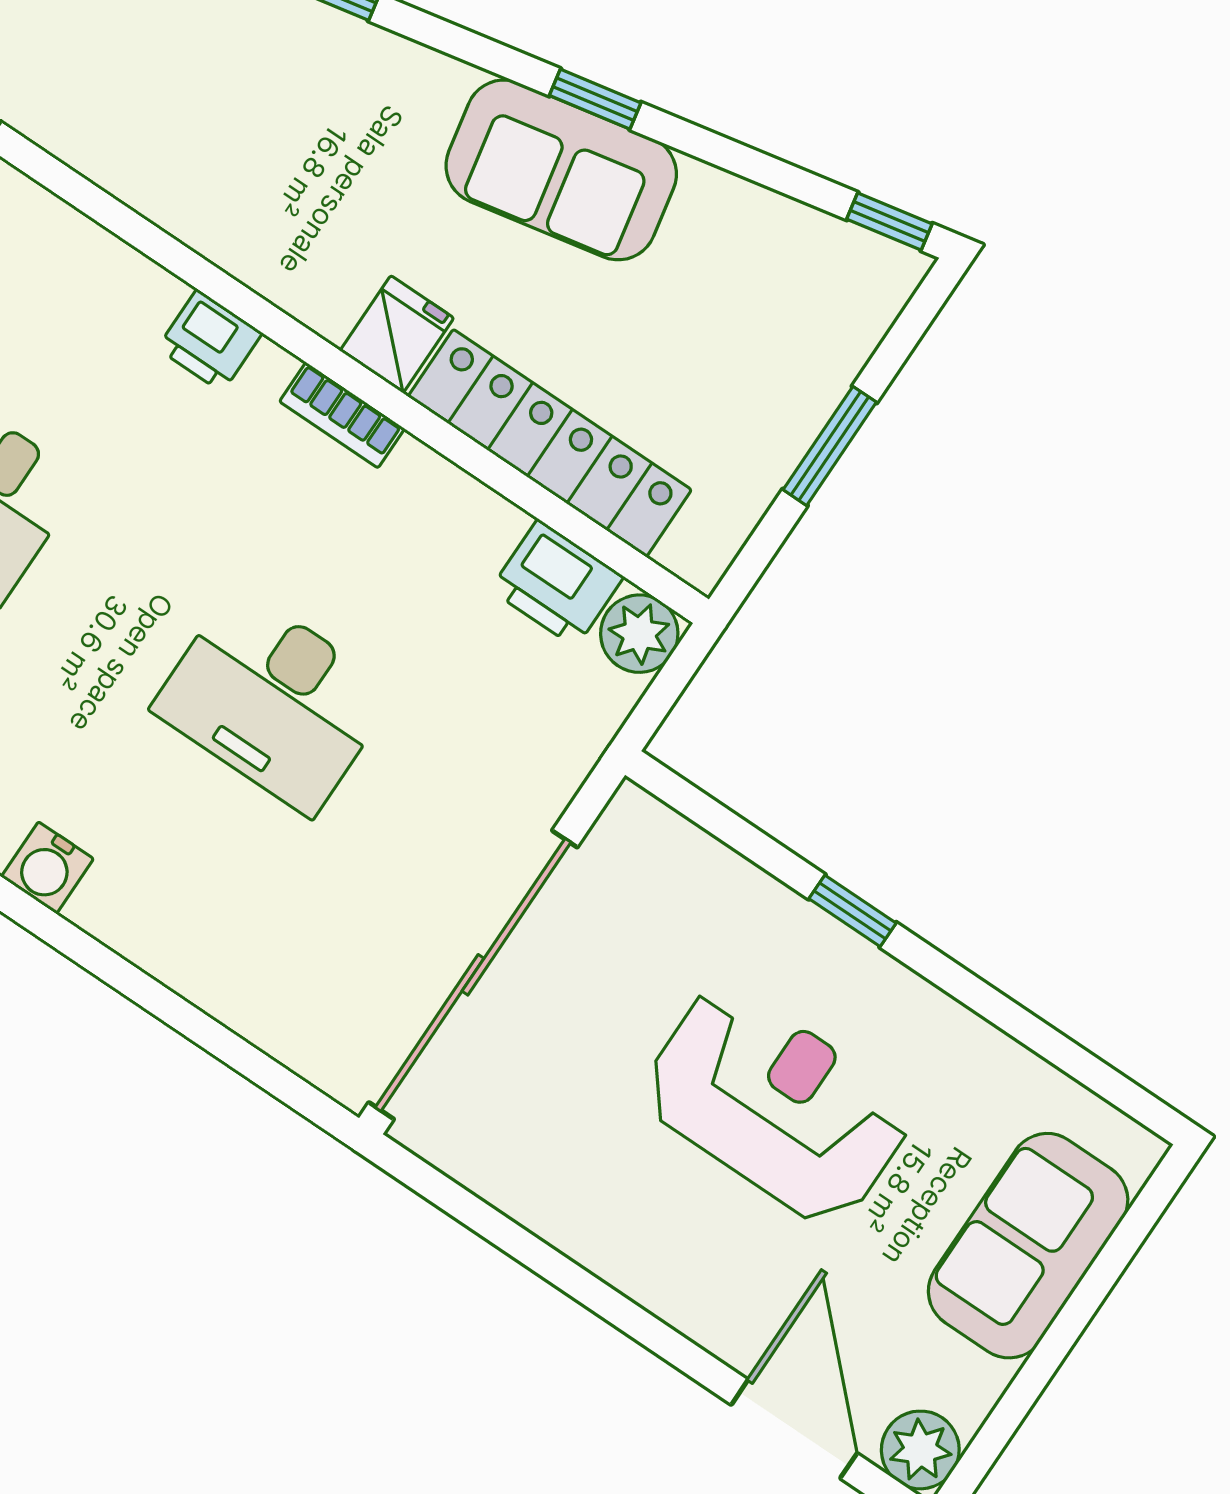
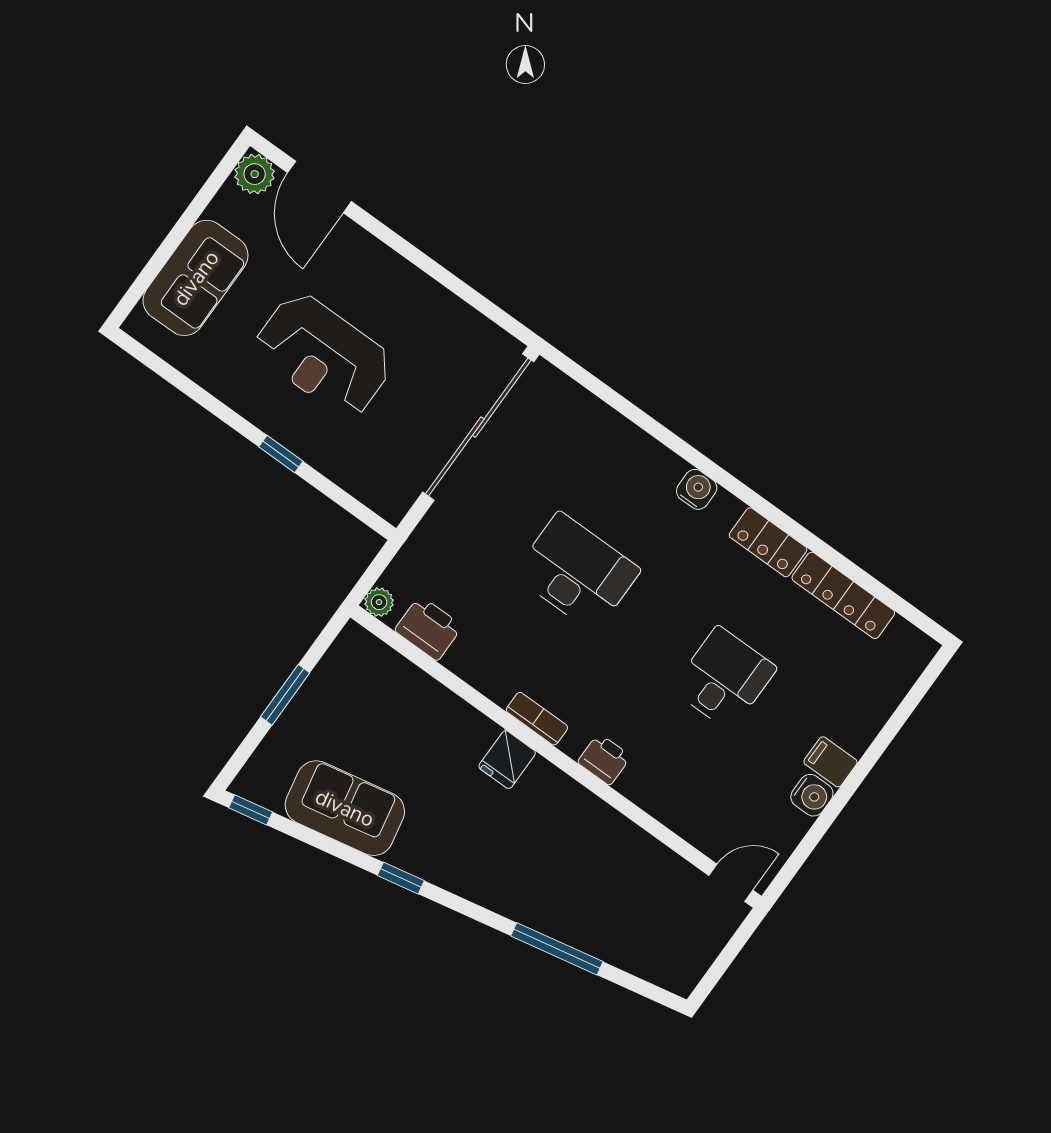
sofa: (561, 170) -> (345, 808), moved
locker: (550, 443) -> (430, 701), removed
plant: (639, 634) -> (379, 602), width x0.73, depth x0.73

